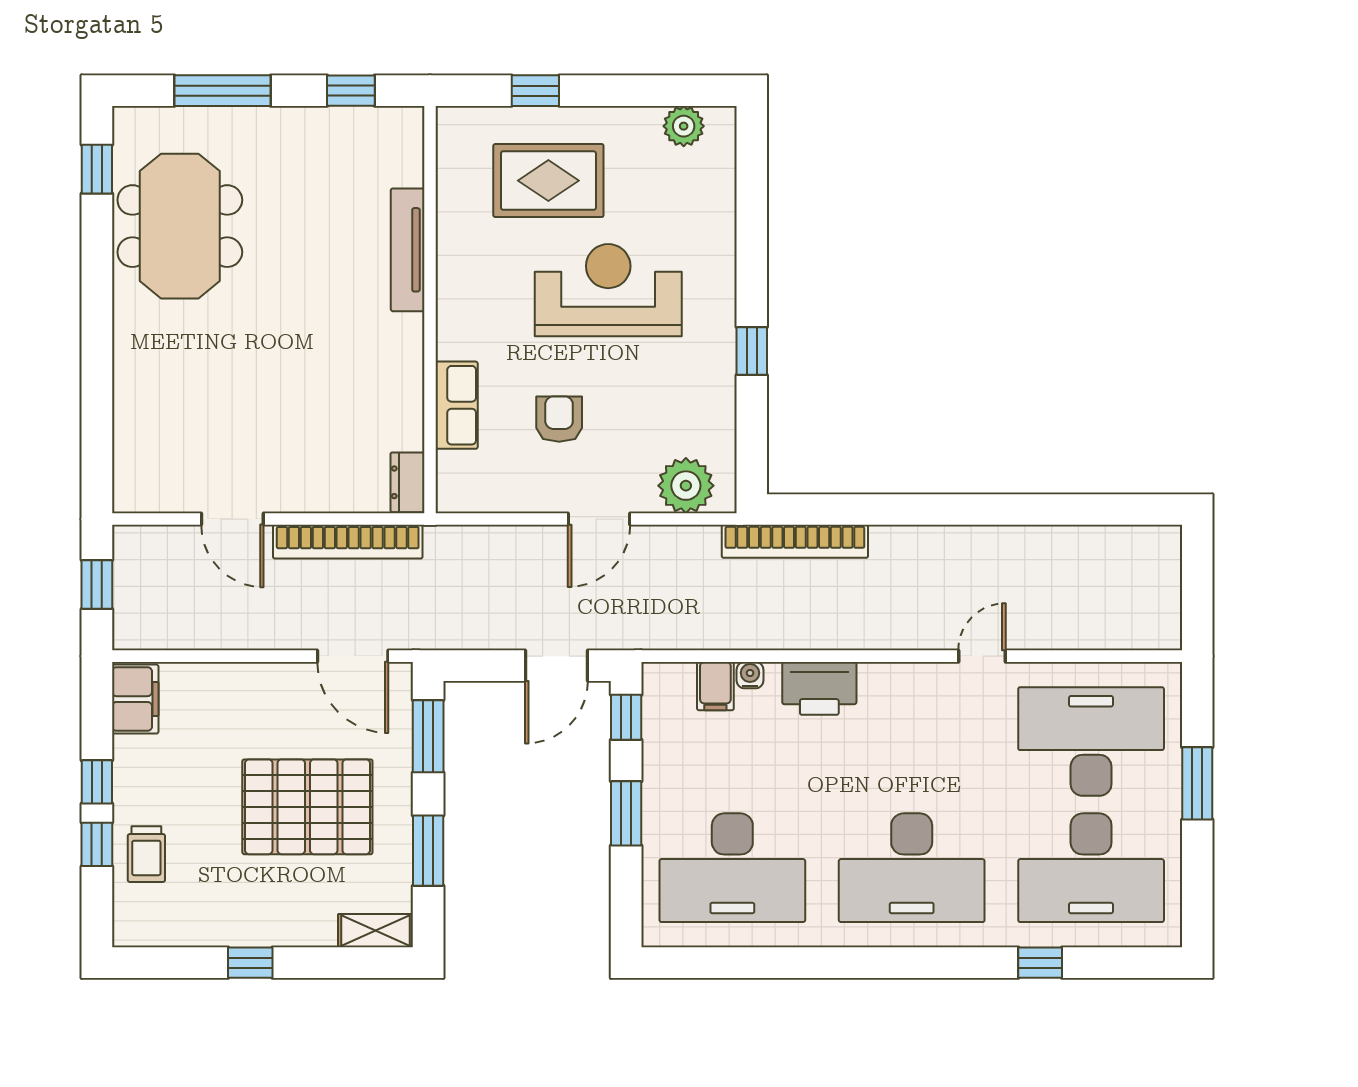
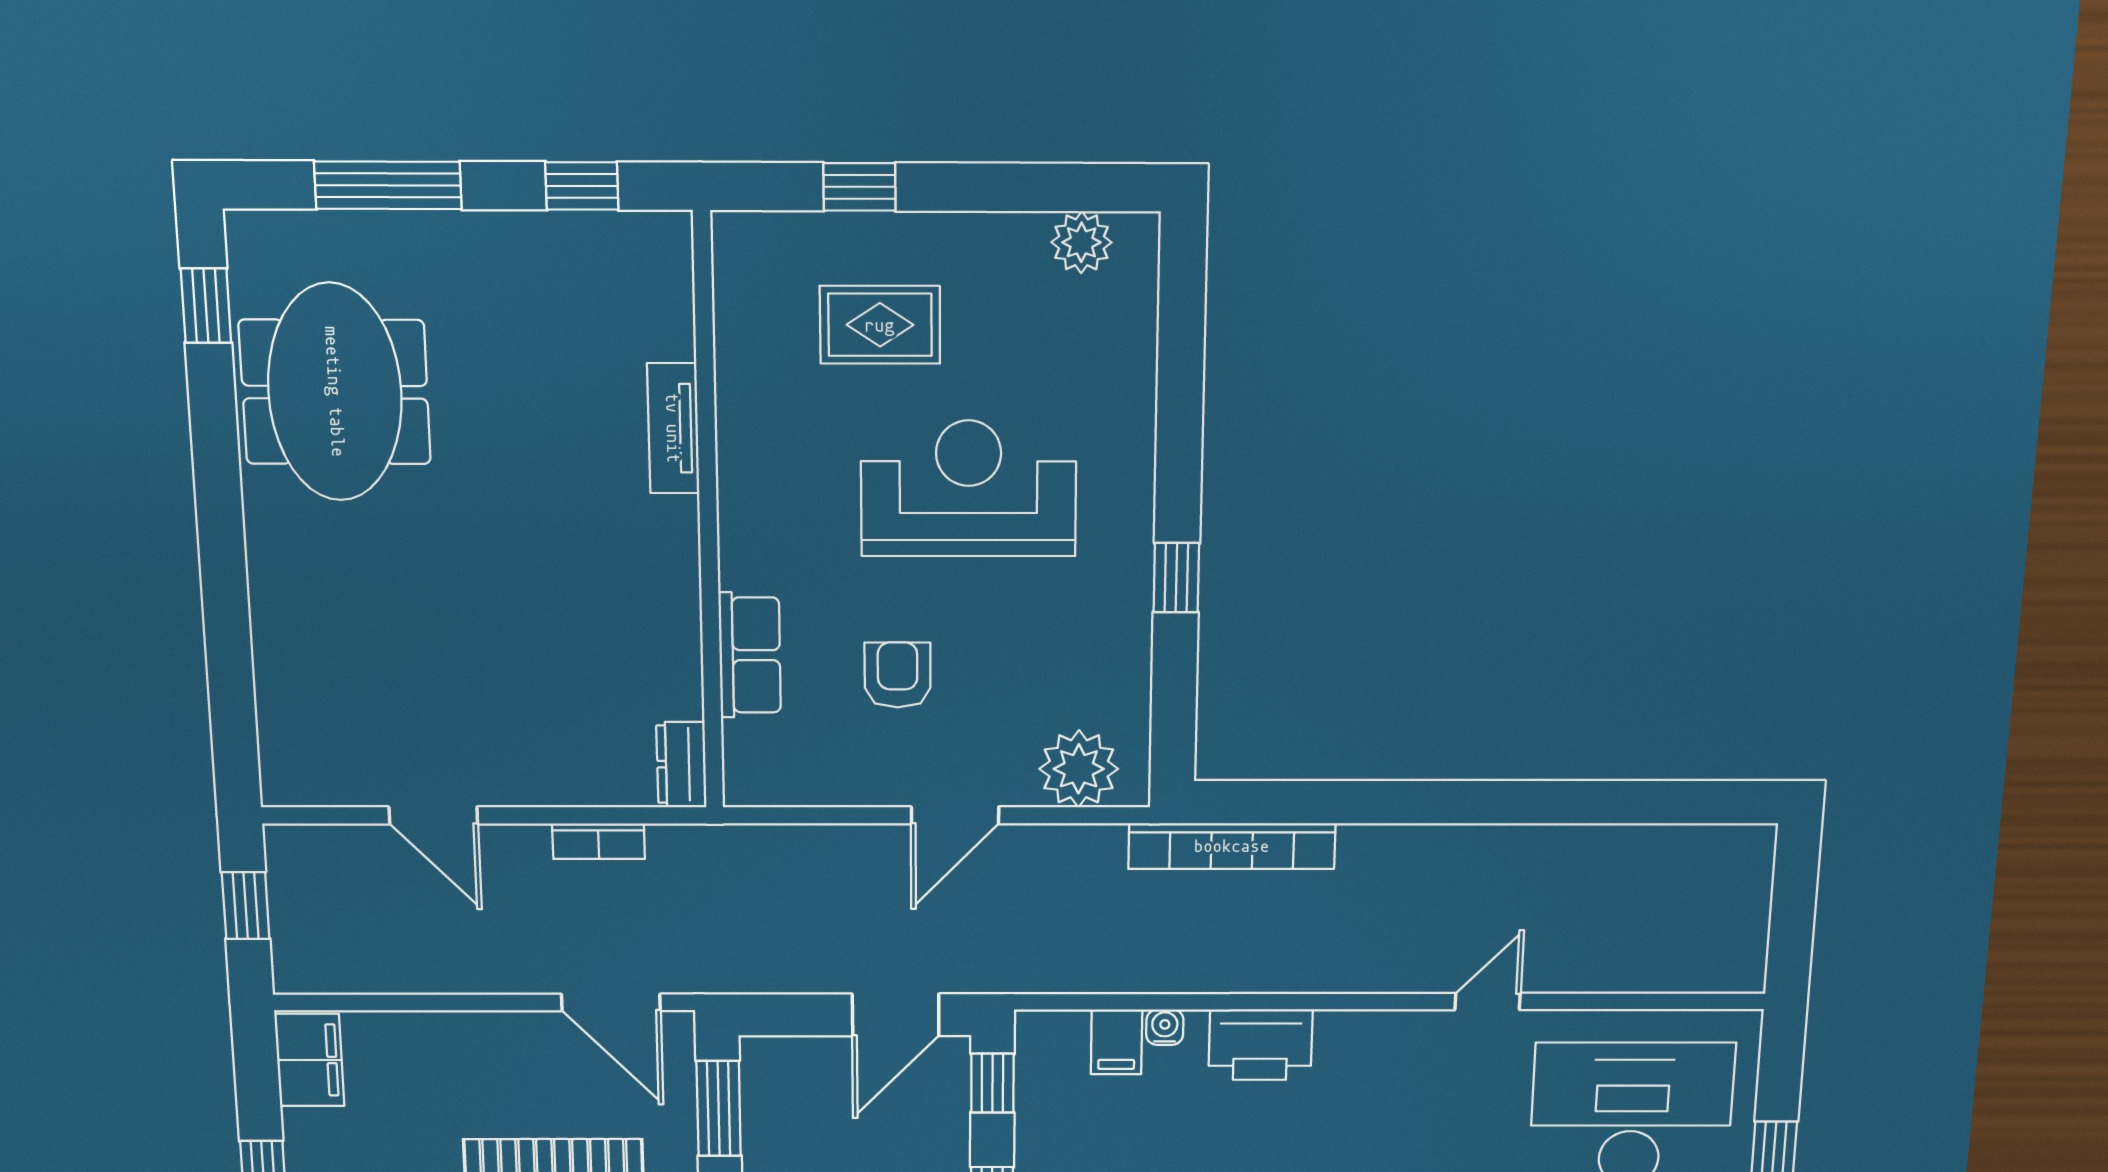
rug: (548, 181) -> (880, 325), width x0.73, depth x0.70
tv unit: (408, 250) -> (673, 428), width x0.71
bookcase: (348, 542) -> (599, 841), width x0.43, depth x0.76

